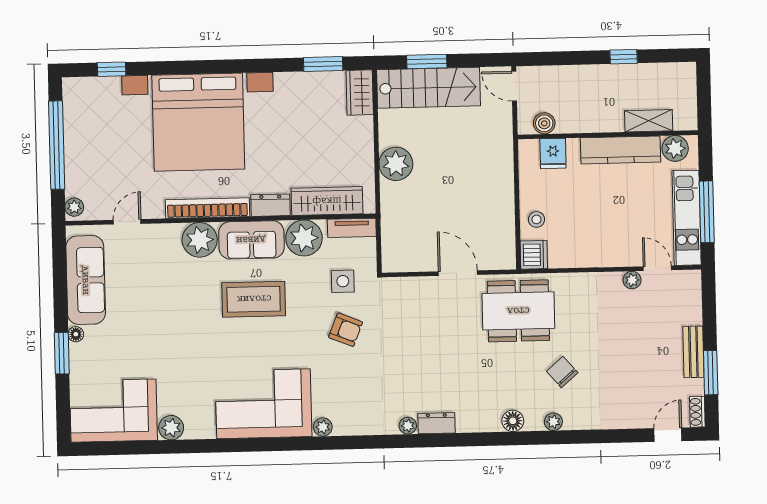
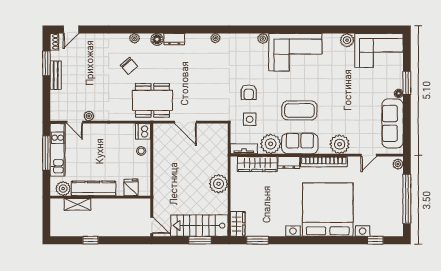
boiler: (544, 123) -> (136, 204), removed
plant: (200, 240) -> (340, 144), moved
armchair: (346, 330) -> (249, 92), turned -112
dresser: (436, 423) -> (174, 39), moved

